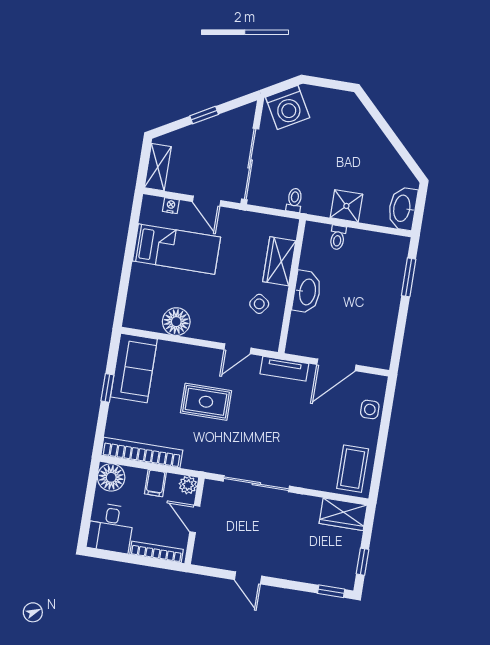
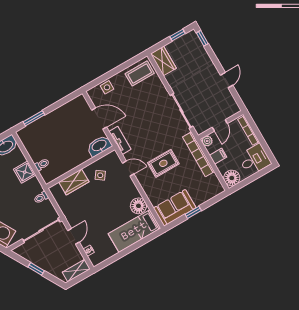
bed: (176, 249) -> (134, 231), moved, turned -90
washbasin: (307, 292) -> (99, 146), moved
rug: (206, 402) -> (163, 163), turned 90
bookcase: (142, 453) -> (198, 154), moved

